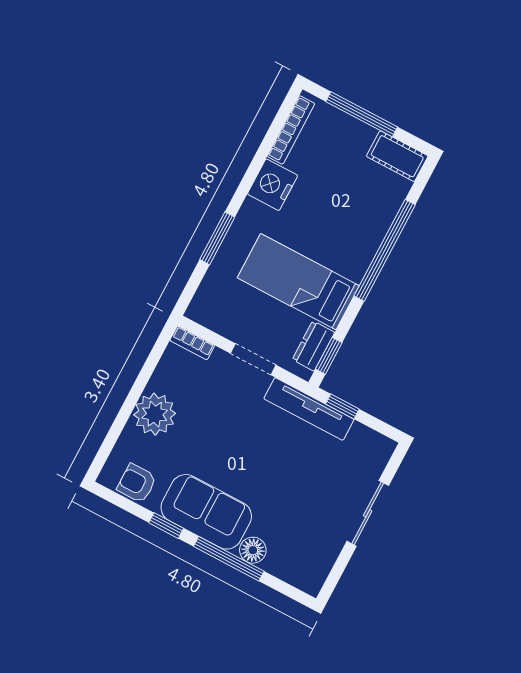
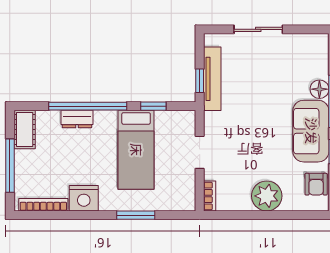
dresser: (313, 346) -> (77, 119), moved
window: (329, 356) -> (153, 106), moved
tv unit: (309, 409) -> (212, 79), moved

